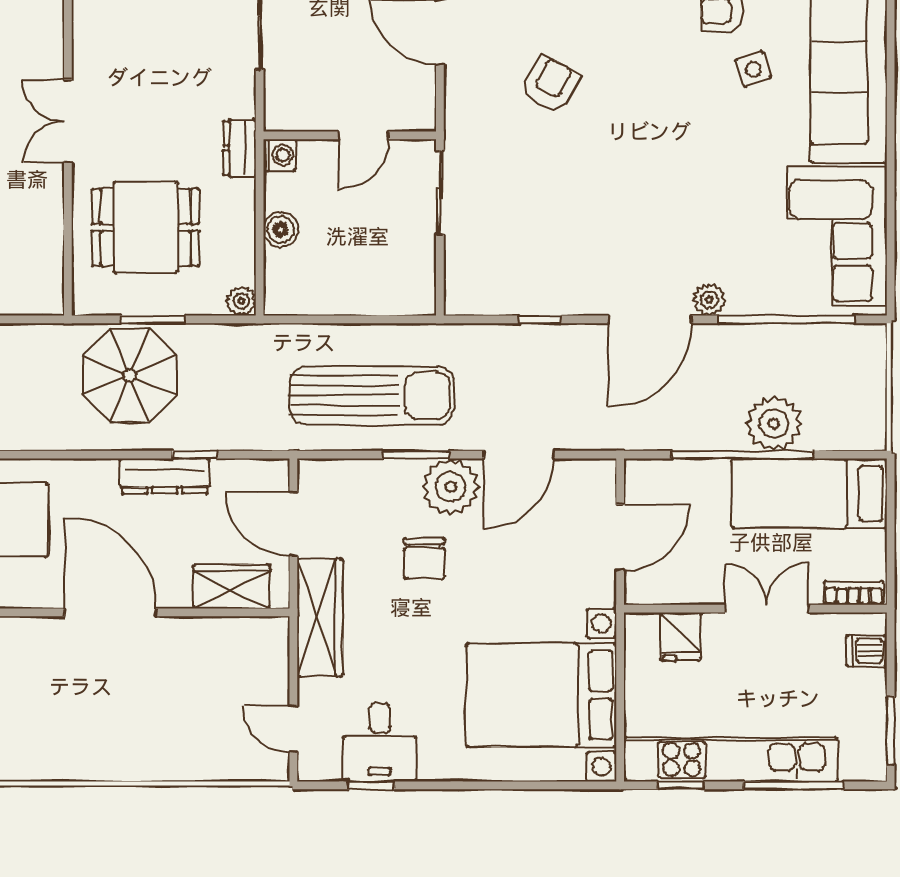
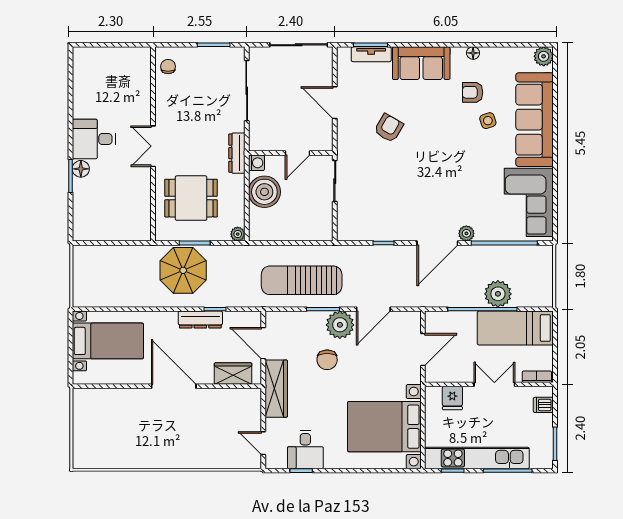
dresser: (240, 148) -> (237, 153), width x1.44
boiler: (281, 230) -> (264, 192), width x1.86, depth x1.86
sun lounger: (372, 396) -> (302, 280), turned 180

